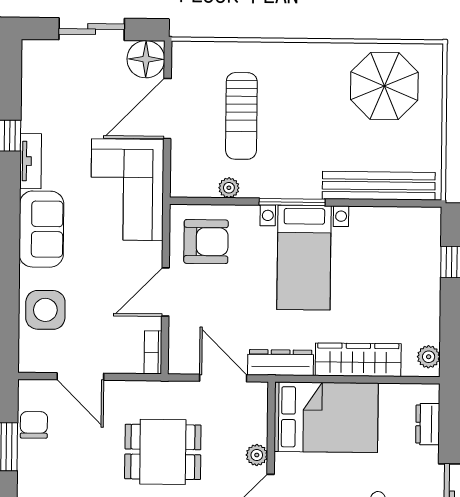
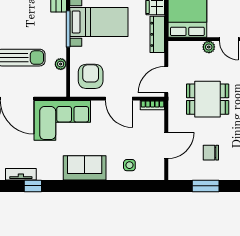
tv unit: (31, 161) -> (21, 174), moved
side table: (45, 310) -> (129, 165), width x0.54, depth x0.54
door: (223, 378) -> (166, 80), moved
chair: (34, 425) -> (211, 153), moved
dining table: (163, 452) -> (208, 99), turned 90

